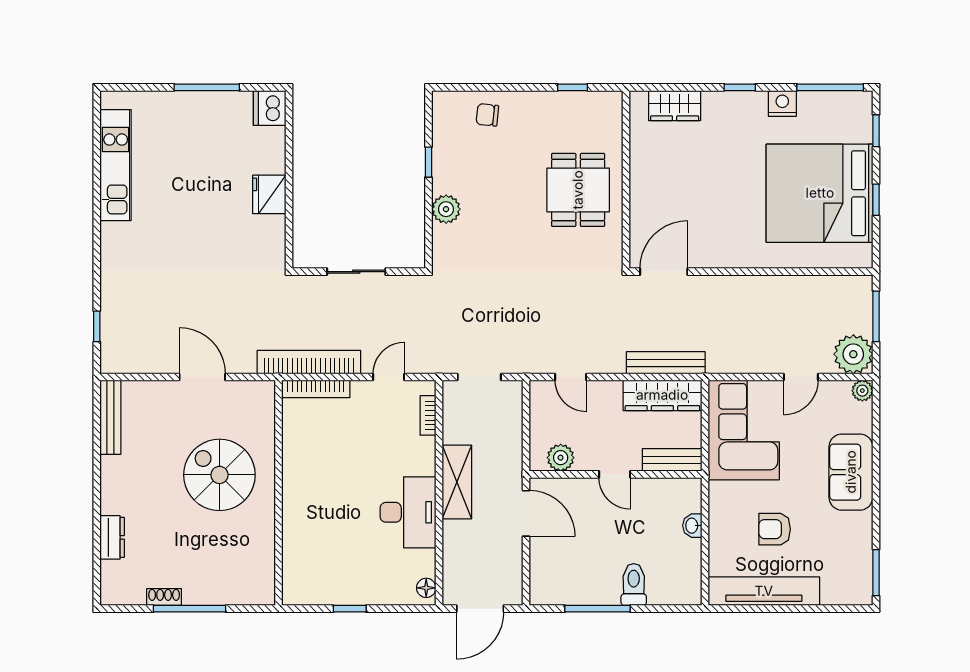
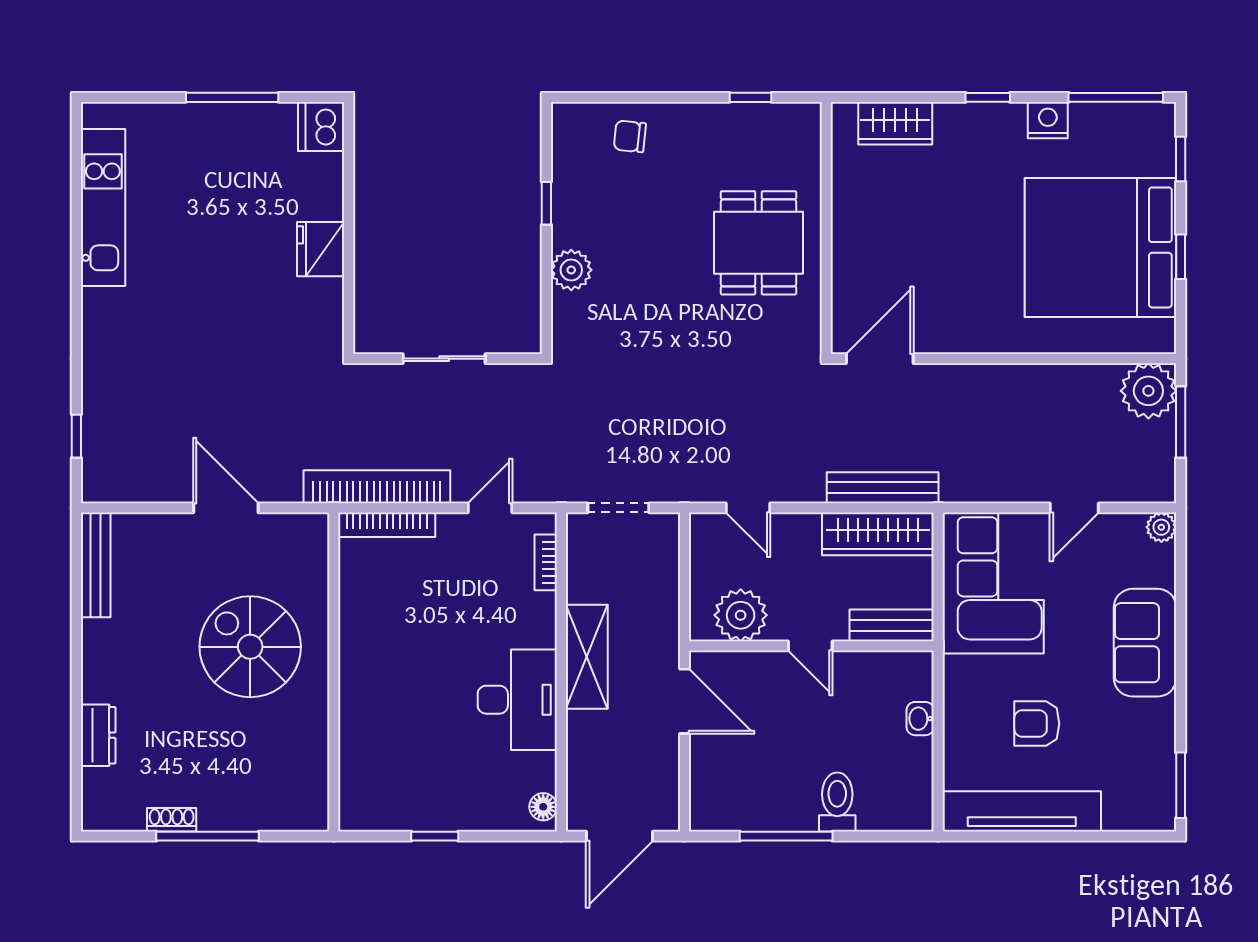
plant: (853, 354) -> (1148, 391), moved
plant: (561, 458) -> (741, 615), width x1.36, depth x1.36

